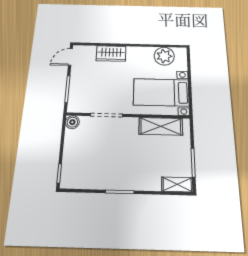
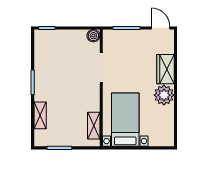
plant: (164, 56) -> (164, 95), moved
shelving: (161, 126) -> (94, 126), width x0.67, depth x0.75
shelving: (177, 184) -> (40, 115), moved

